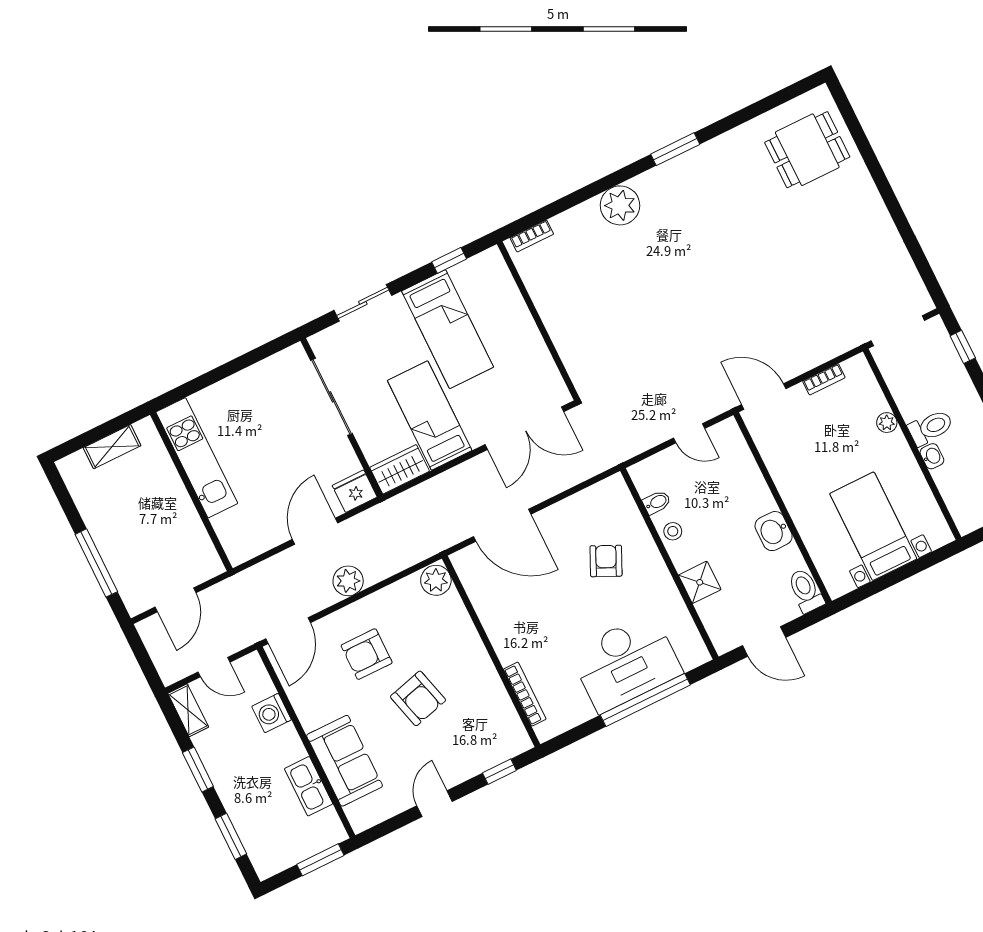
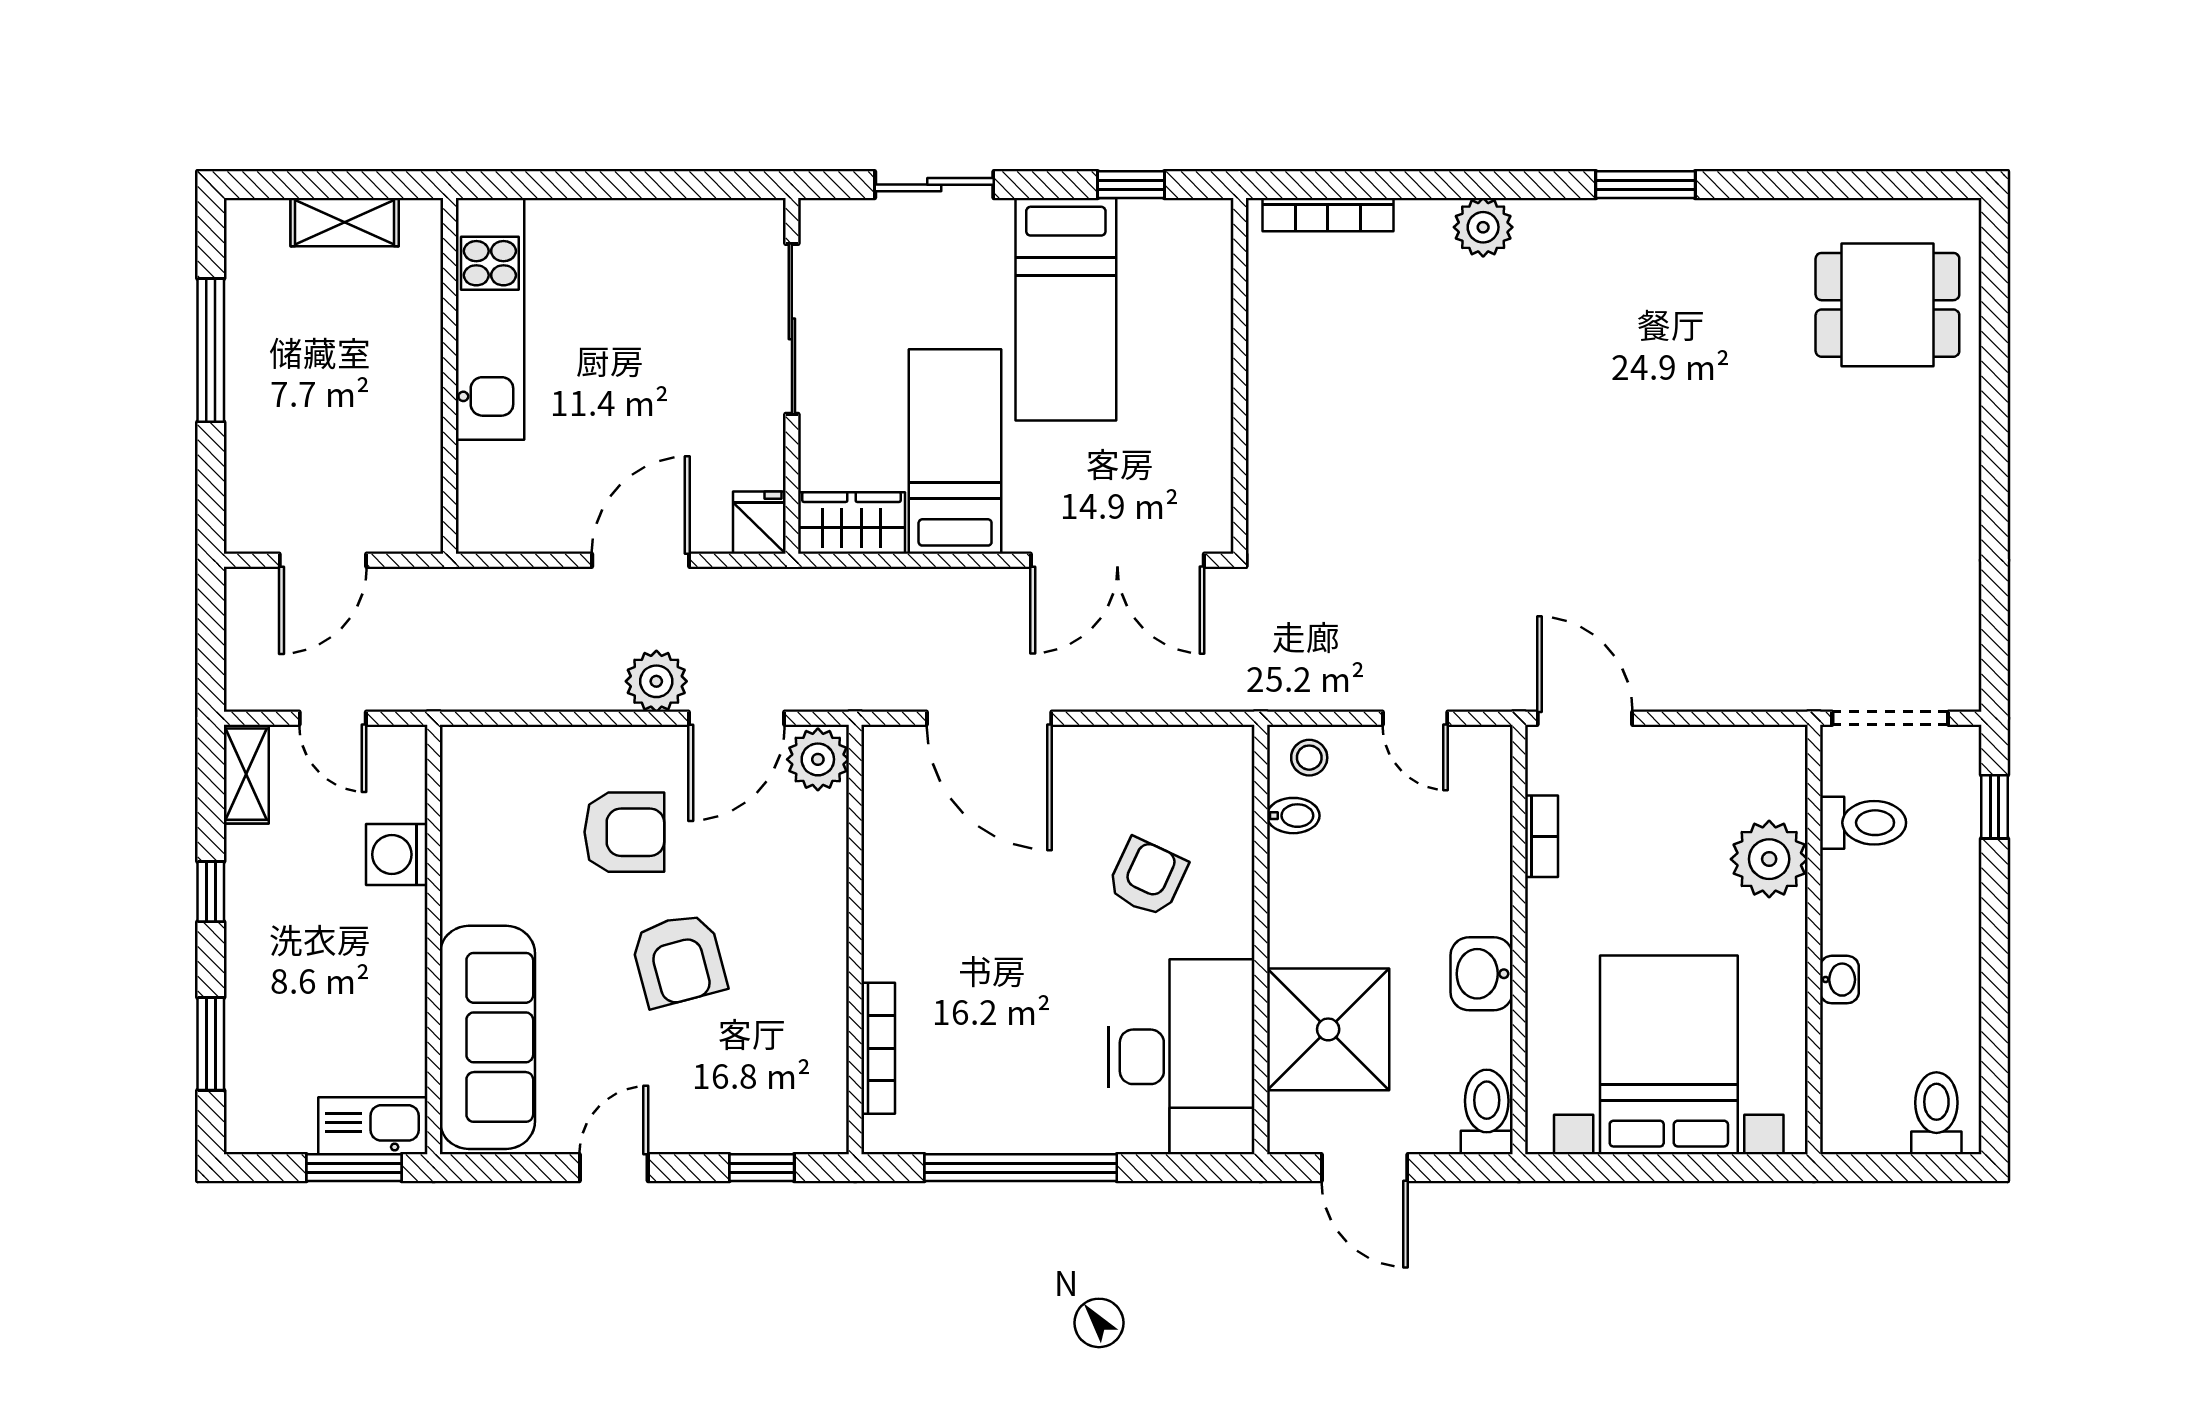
plant: (620, 205) -> (1483, 227), width x0.73, depth x0.73
bookcase: (532, 236) -> (1328, 215), width x1.56
bookcase: (824, 379) -> (1542, 836), moved, turned -90
plant: (887, 423) -> (1769, 859), width x1.87, depth x1.87
toilet: (931, 427) -> (1863, 823), moved
fridge: (355, 491) -> (759, 523), width x0.72
bed with nightstands: (873, 526) -> (1669, 1055), width x1.36
stool: (673, 531) -> (1309, 758), moved
window: (96, 563) -> (211, 350), moved
shower: (700, 582) -> (1328, 1029), width x1.86, depth x1.86
door: (288, 631) -> (737, 718), moved
armchair: (367, 654) -> (624, 832), turned 180
desk: (626, 662) -> (1181, 1057), moved, turned -90
window: (645, 700) -> (1021, 1168), moved
sofa: (345, 761) -> (487, 1037), width x1.36
window: (198, 770) -> (211, 892), width x0.67
kitchen sink: (309, 786) -> (373, 1126), moved, turned 90

